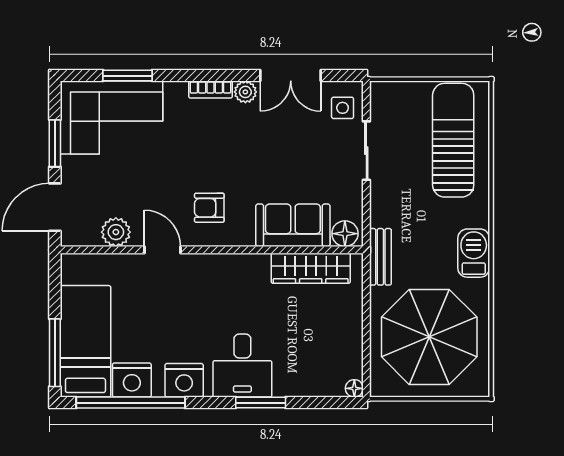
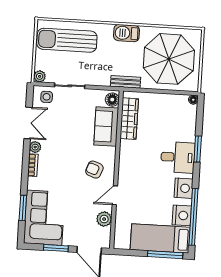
plant: (381, 92) -> (40, 76), added
armchair: (209, 208) -> (94, 170), turned 110

